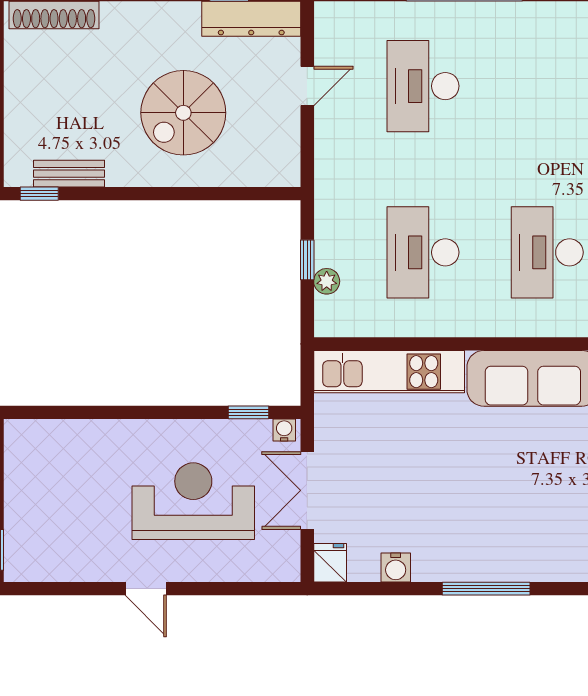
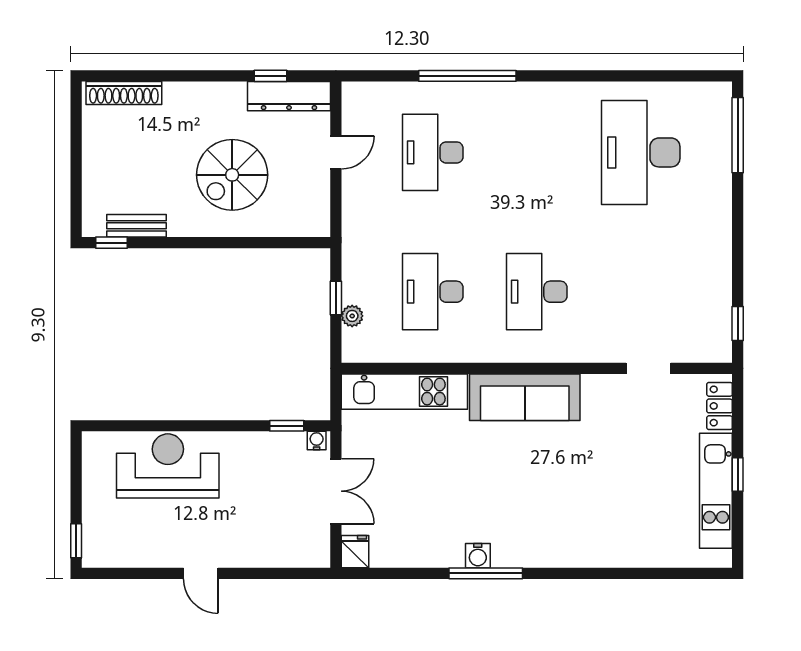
double door: (307, 490) -> (336, 491), swing flipped
reception desk: (193, 501) -> (168, 466), moved
water cooler: (396, 568) -> (478, 556), moved

